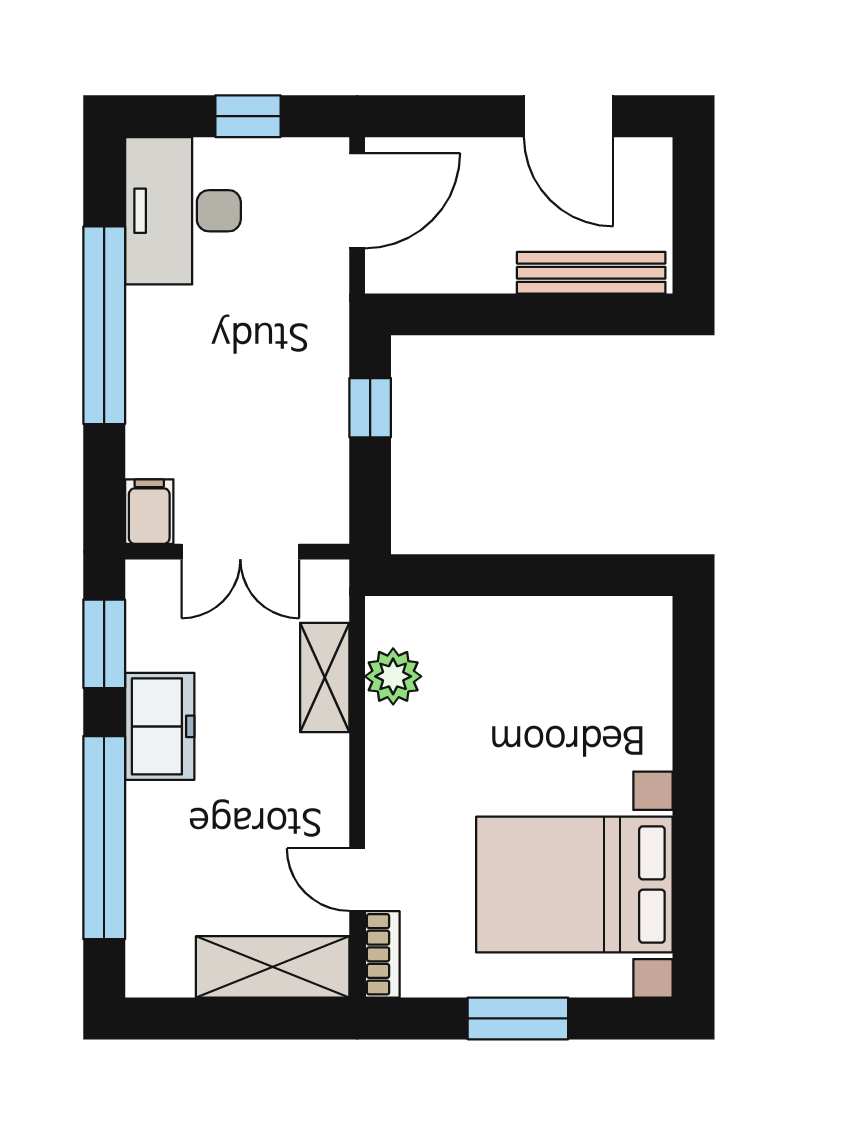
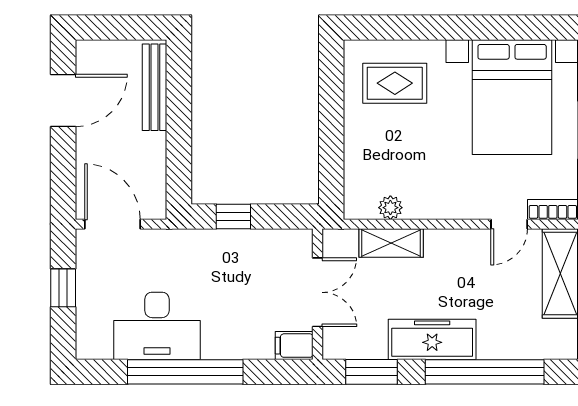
desk: (183, 211) -> (157, 326), moved
plant: (393, 676) -> (390, 208), width x0.73, depth x0.73
rug: (598, 684) -> (395, 83), added
freezer: (160, 726) -> (432, 339), width x1.40

